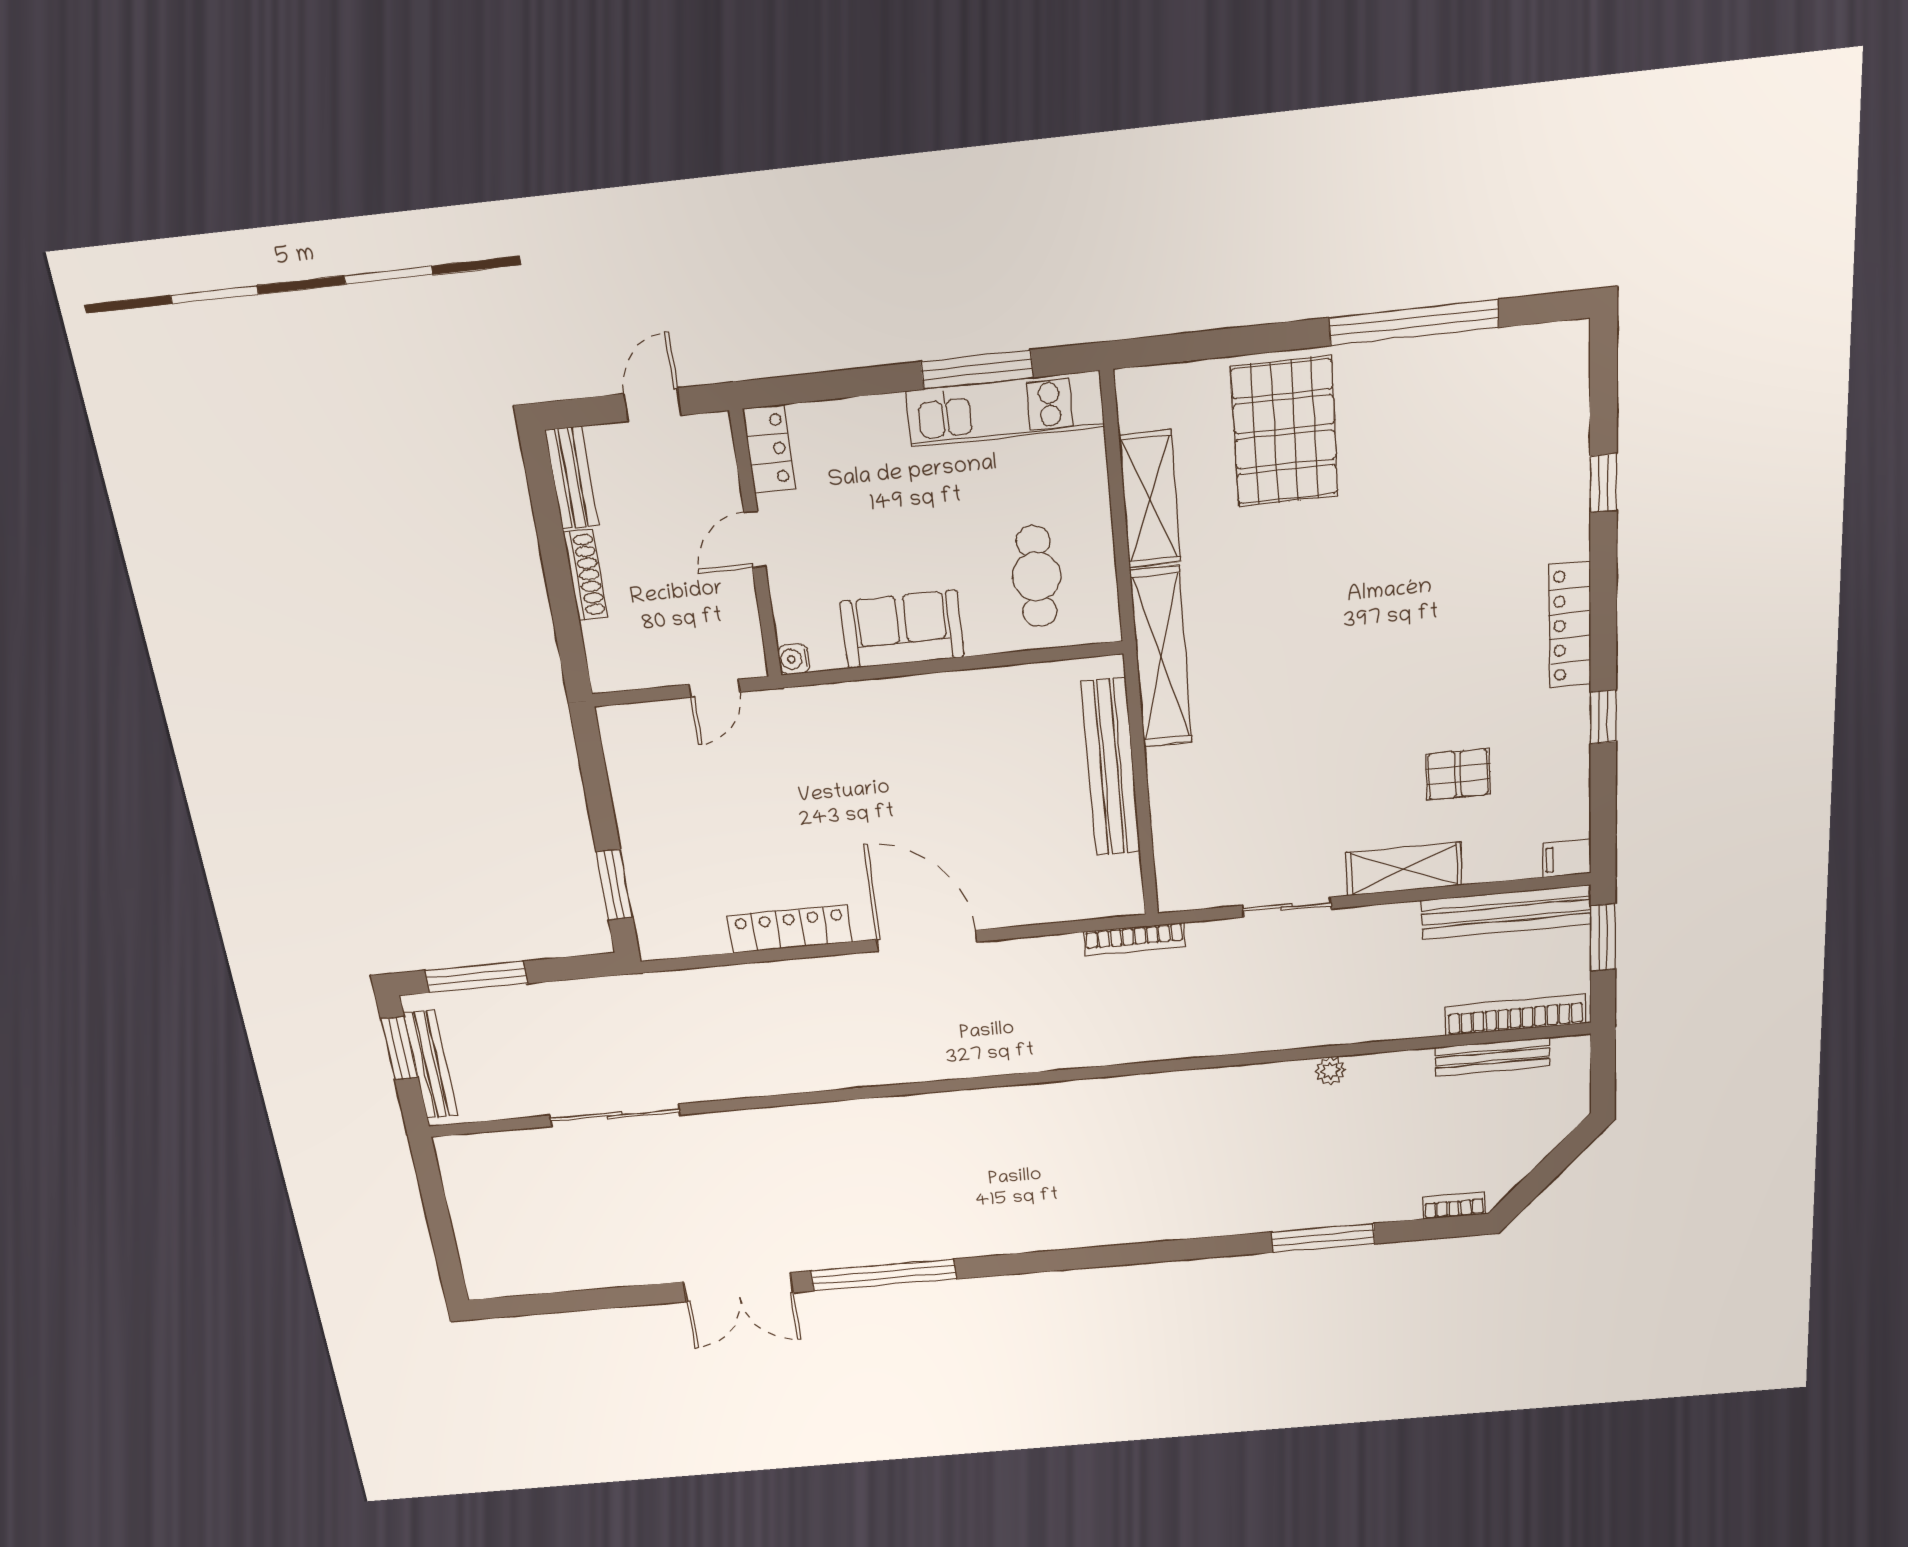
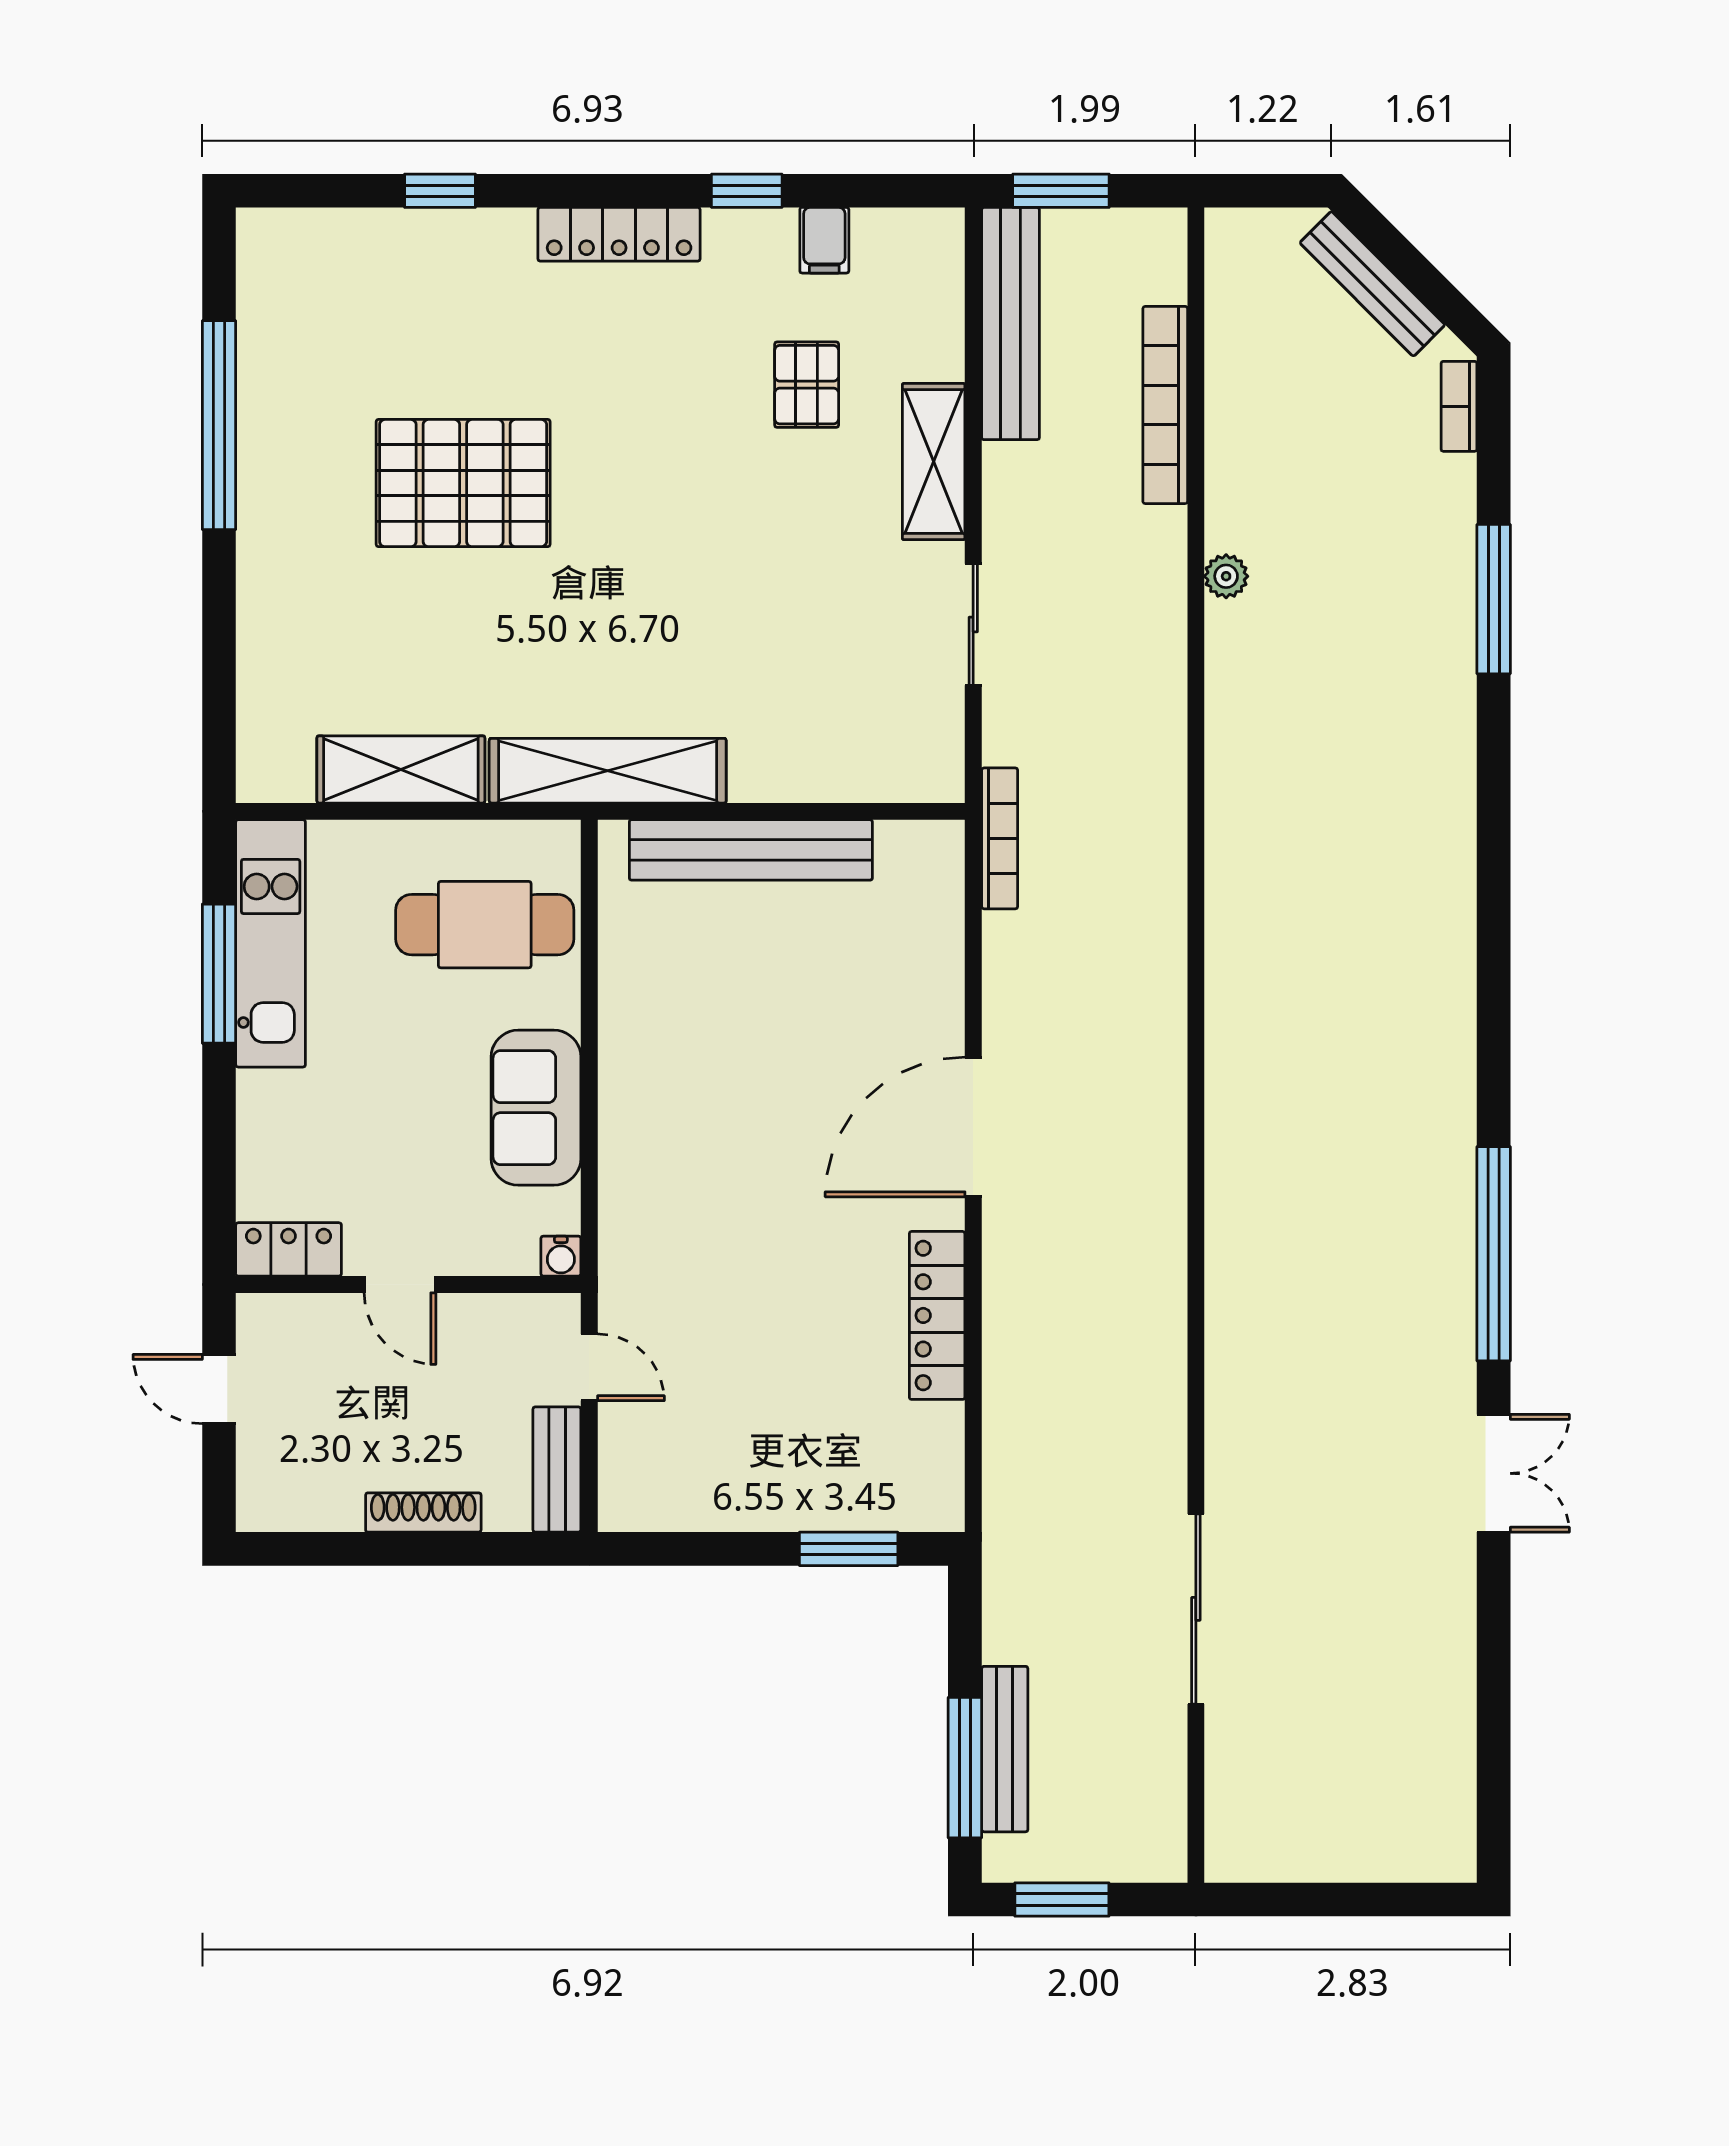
pallet: (1285, 432) -> (463, 483), moved
bench: (572, 478) -> (557, 1469), moved, turned 90
cafe table: (1036, 576) -> (485, 925), width x1.37, depth x1.35
filing cabinet: (1567, 858) -> (824, 240), moved
bookcase: (1515, 1015) -> (1165, 405), moved
bench: (1493, 1057) -> (1372, 284), moved, turned -45
bench: (431, 1065) -> (1005, 1749), moved, turned 90
double door: (738, 1287) -> (1494, 1473), width x0.73

